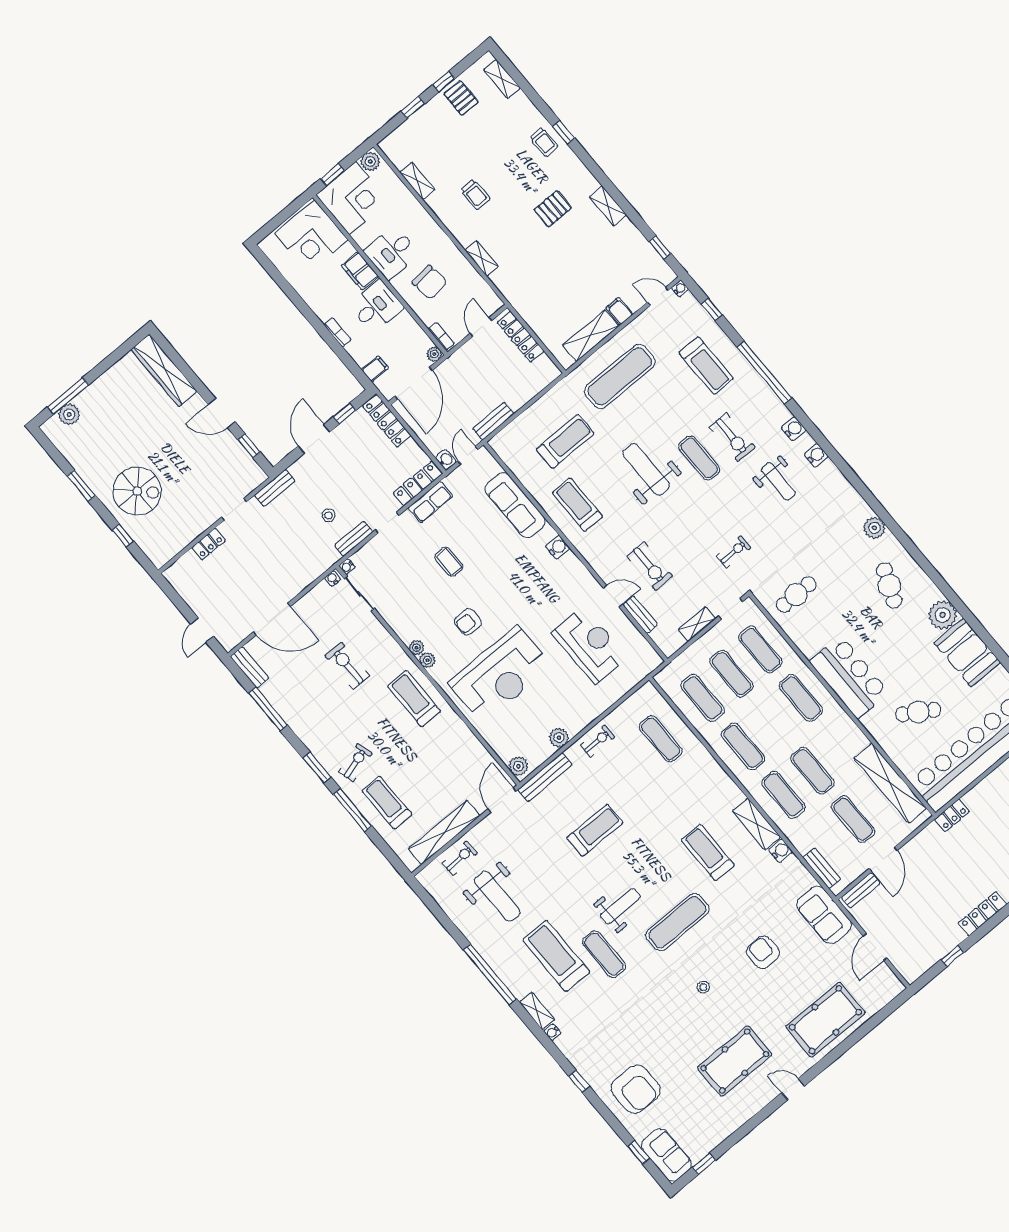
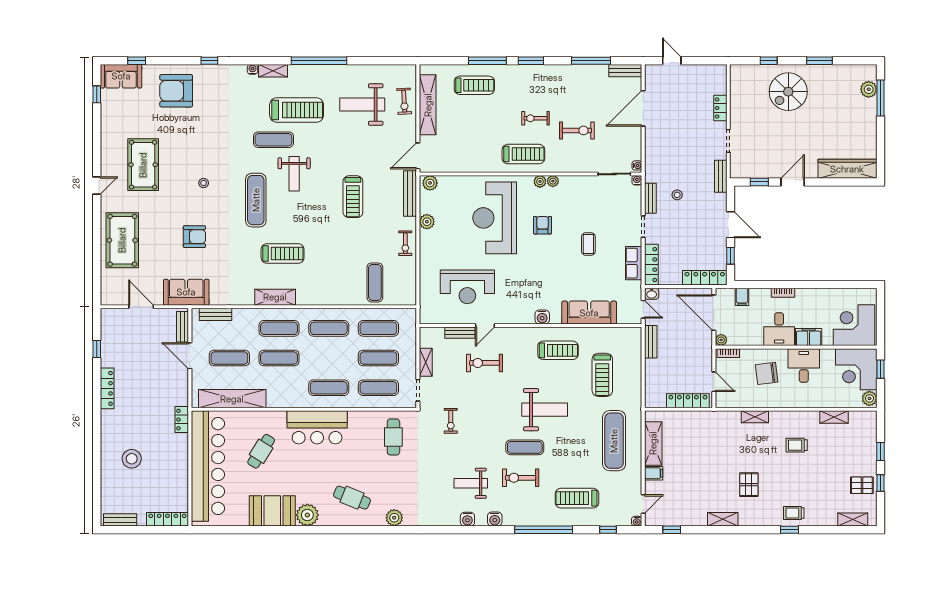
coffee table: (449, 562) -> (588, 244), turned 90
exercise mat: (661, 739) -> (375, 282), turned 90
exercise bike: (355, 763) -> (536, 118), moved, turned 106
door: (502, 800) -> (418, 156), swing flipped
water cooler: (781, 851) -> (247, 298), removed

